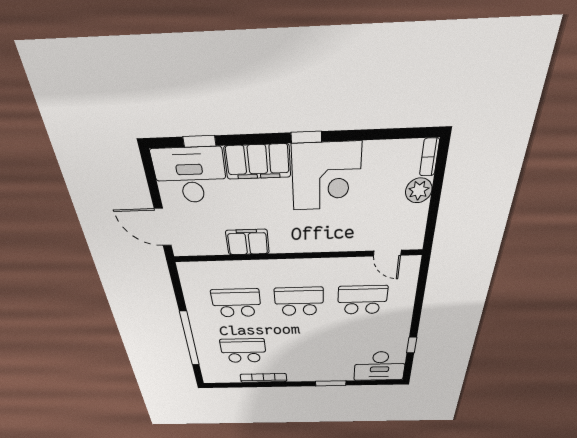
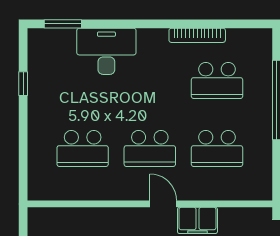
door: (387, 253) -> (163, 204), moved
desk: (380, 366) -> (106, 51), moved
window: (331, 383) -> (63, 24), moved

